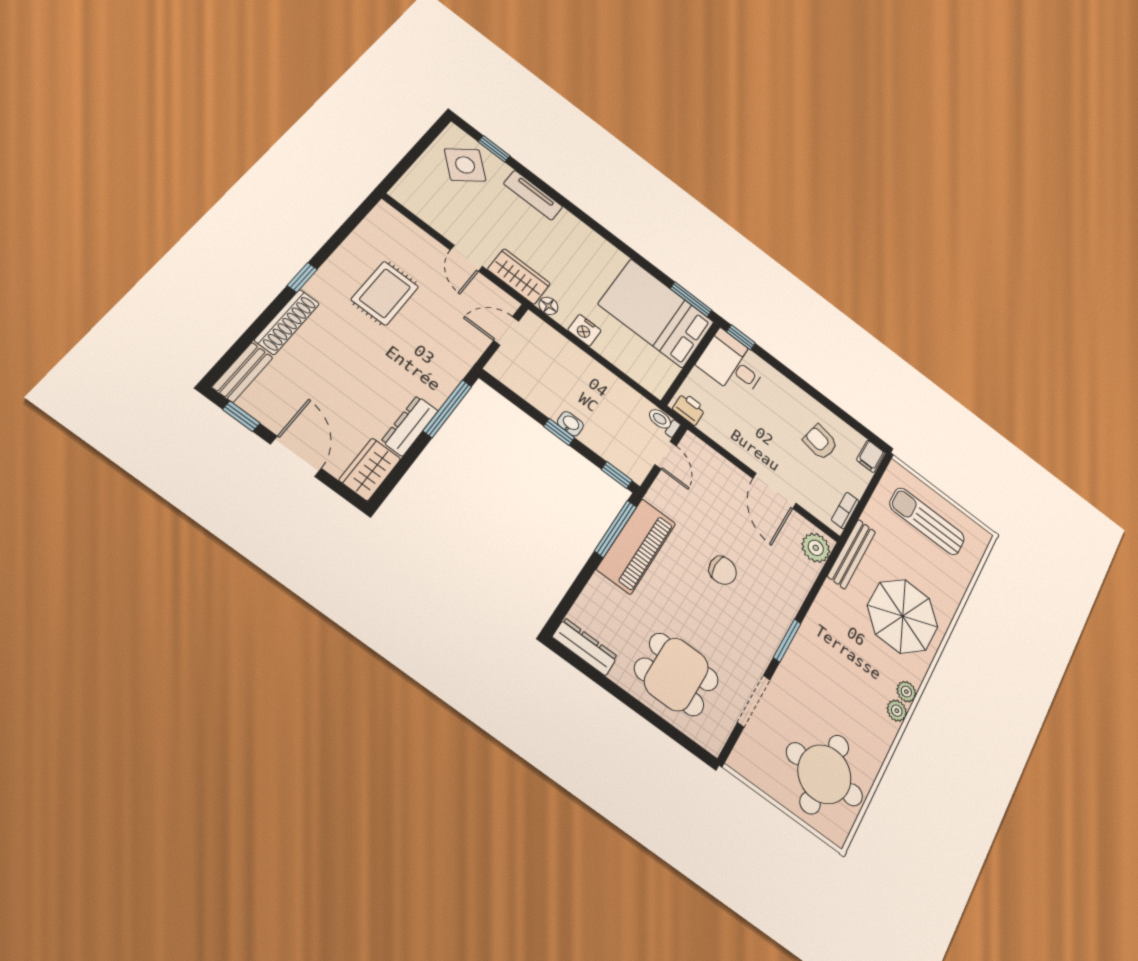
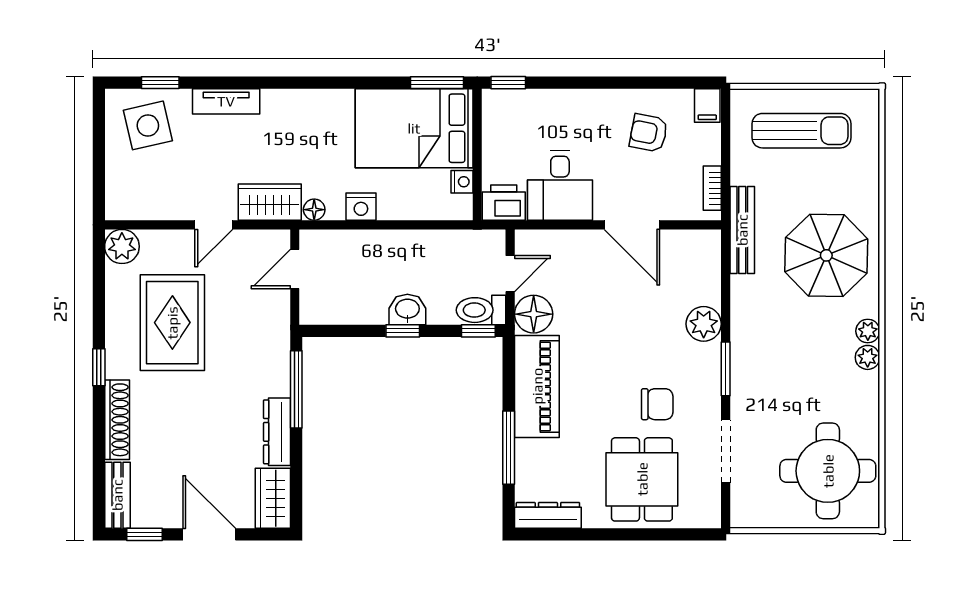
side table: (465, 165) -> (148, 125), turned 31
plant: (386, 218) -> (122, 246), added
door: (466, 258) -> (214, 225), hinge flipped
rug: (385, 293) -> (172, 323), width x1.36, depth x1.43
desk: (732, 364) -> (560, 185), moved, turned -90
nightstand: (669, 371) -> (462, 182), added
printer: (689, 409) -> (504, 203), width x1.36, depth x1.24
toilet: (663, 421) -> (481, 310), moved, width x1.37, depth x1.39
washbasin: (570, 424) -> (407, 310), width x1.38, depth x1.45
door: (666, 455) -> (510, 274), hinge flipped
floor lamp: (666, 495) -> (534, 314), added
sun lounger: (927, 521) -> (801, 131), turned 180
window: (616, 529) -> (509, 448), moved
plant: (816, 548) -> (704, 324), moved
chair: (723, 570) -> (657, 404), moved
dining table: (676, 674) -> (642, 479), turned 90

